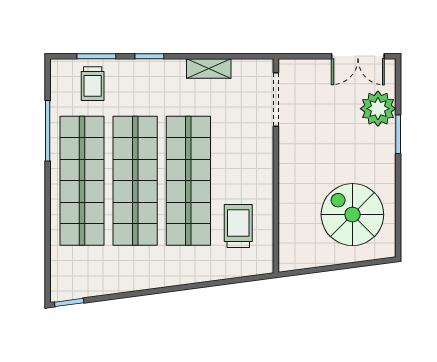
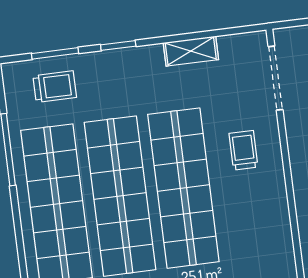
trolley: (93, 84) -> (55, 87), turned -90
trolley: (238, 226) -> (243, 150), moved, width x0.73, depth x0.72

